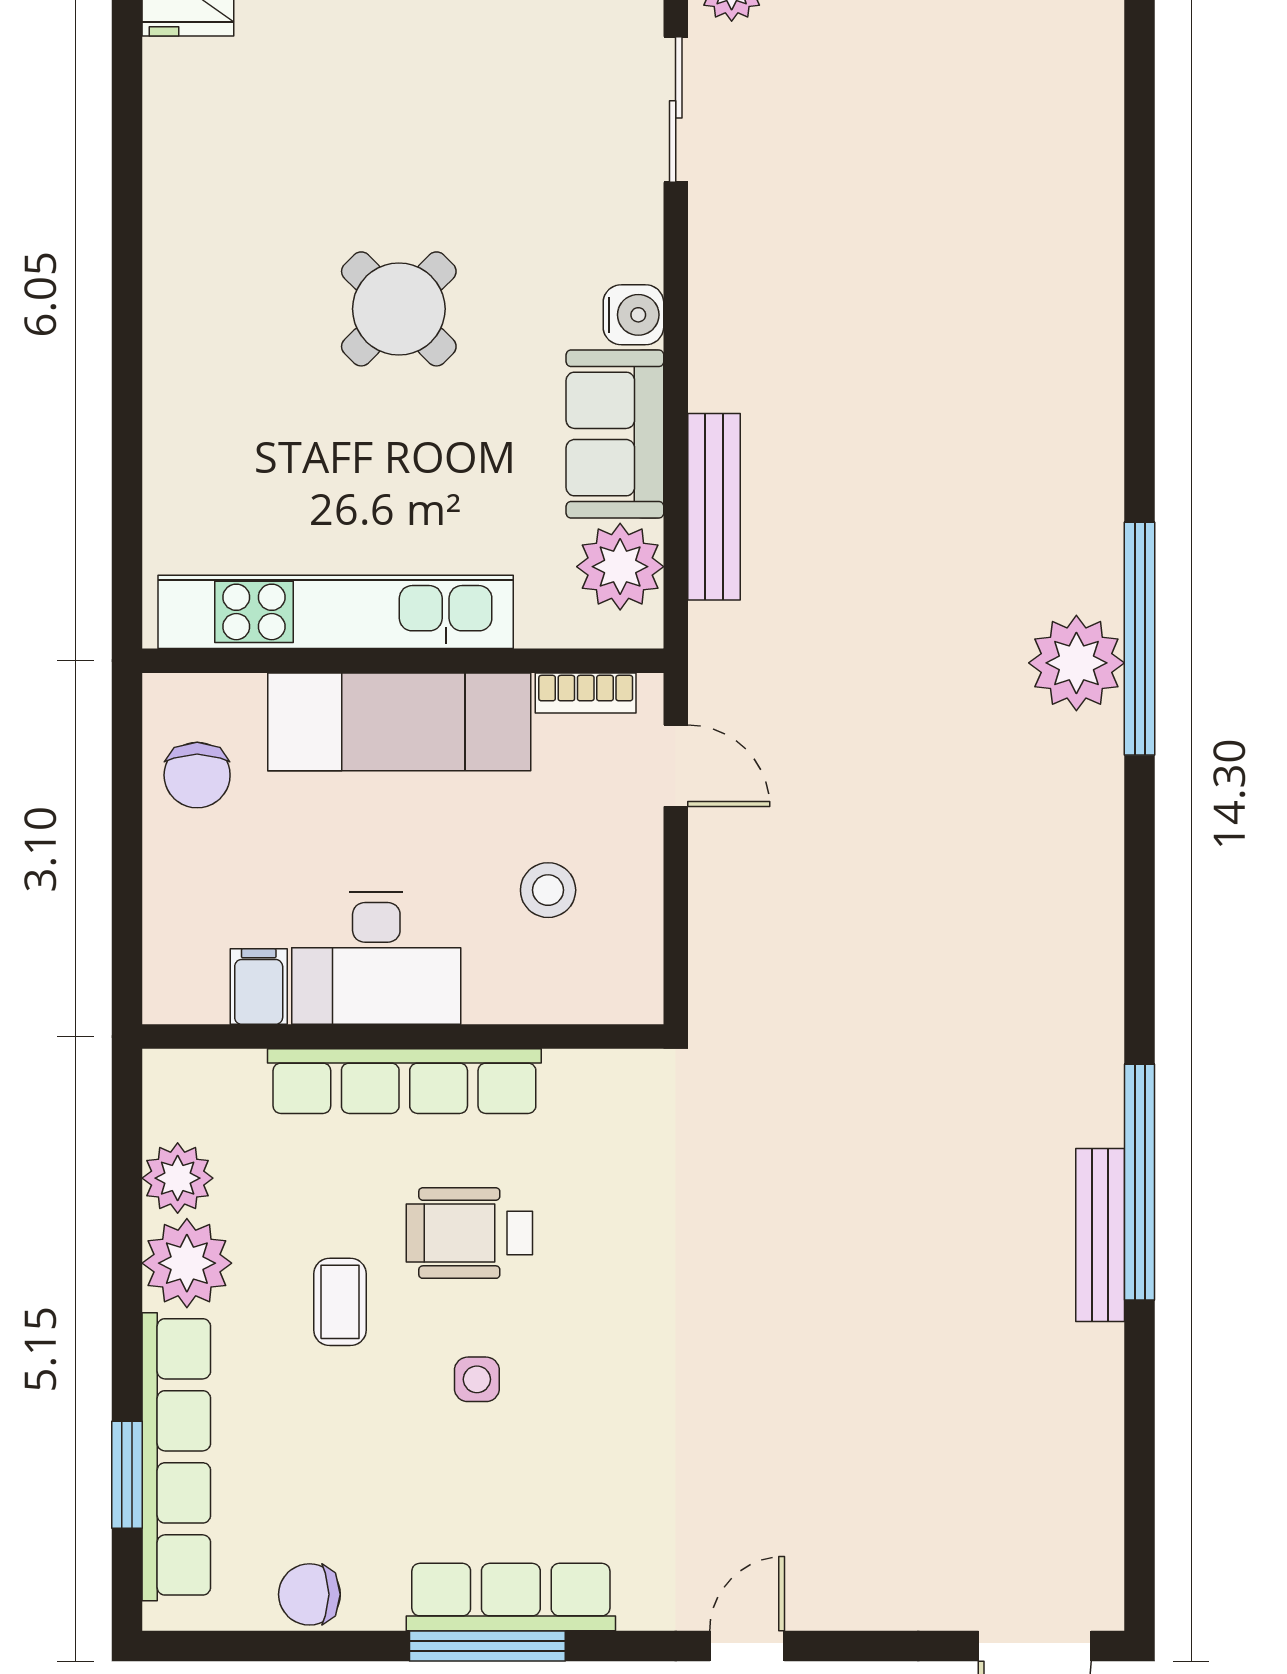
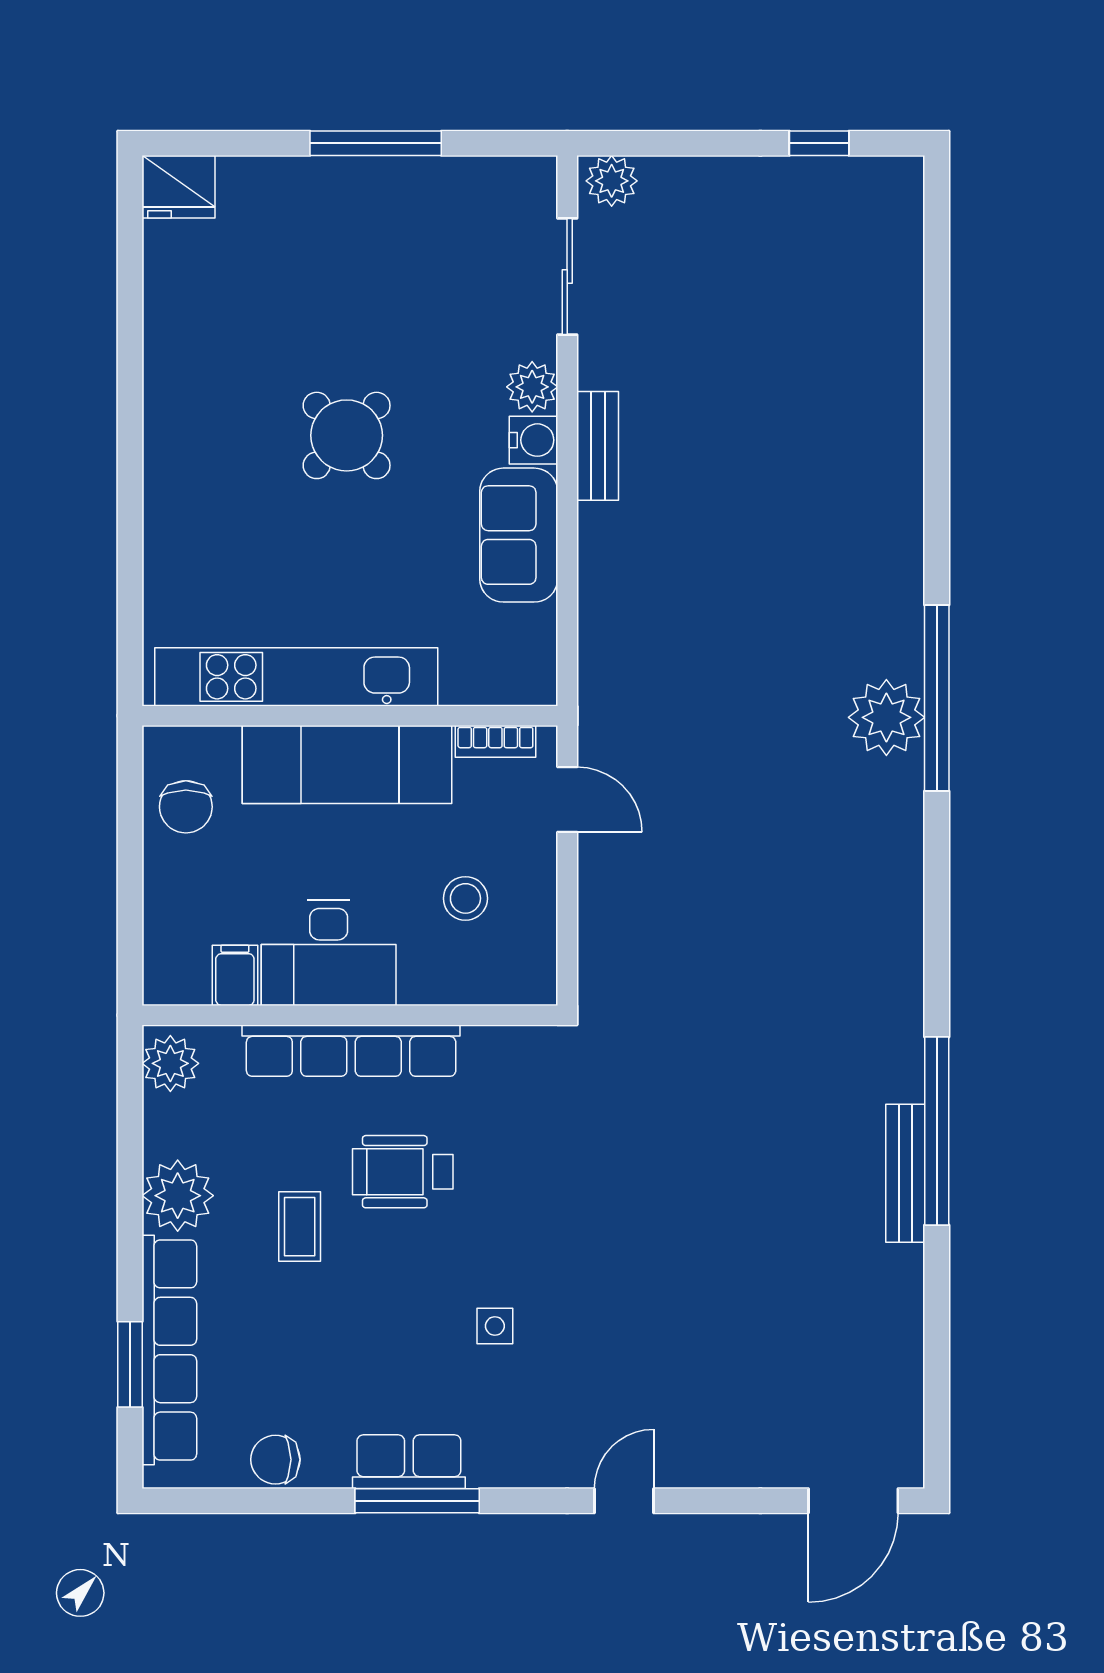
bench: (714, 507) -> (598, 446), moved, width x0.73
plant: (620, 567) -> (532, 387), moved, width x0.73, depth x0.73
plant: (178, 1178) -> (170, 1063), moved
side table: (477, 1379) -> (495, 1326), moved
row of seats: (511, 1597) -> (409, 1462), width x0.68

